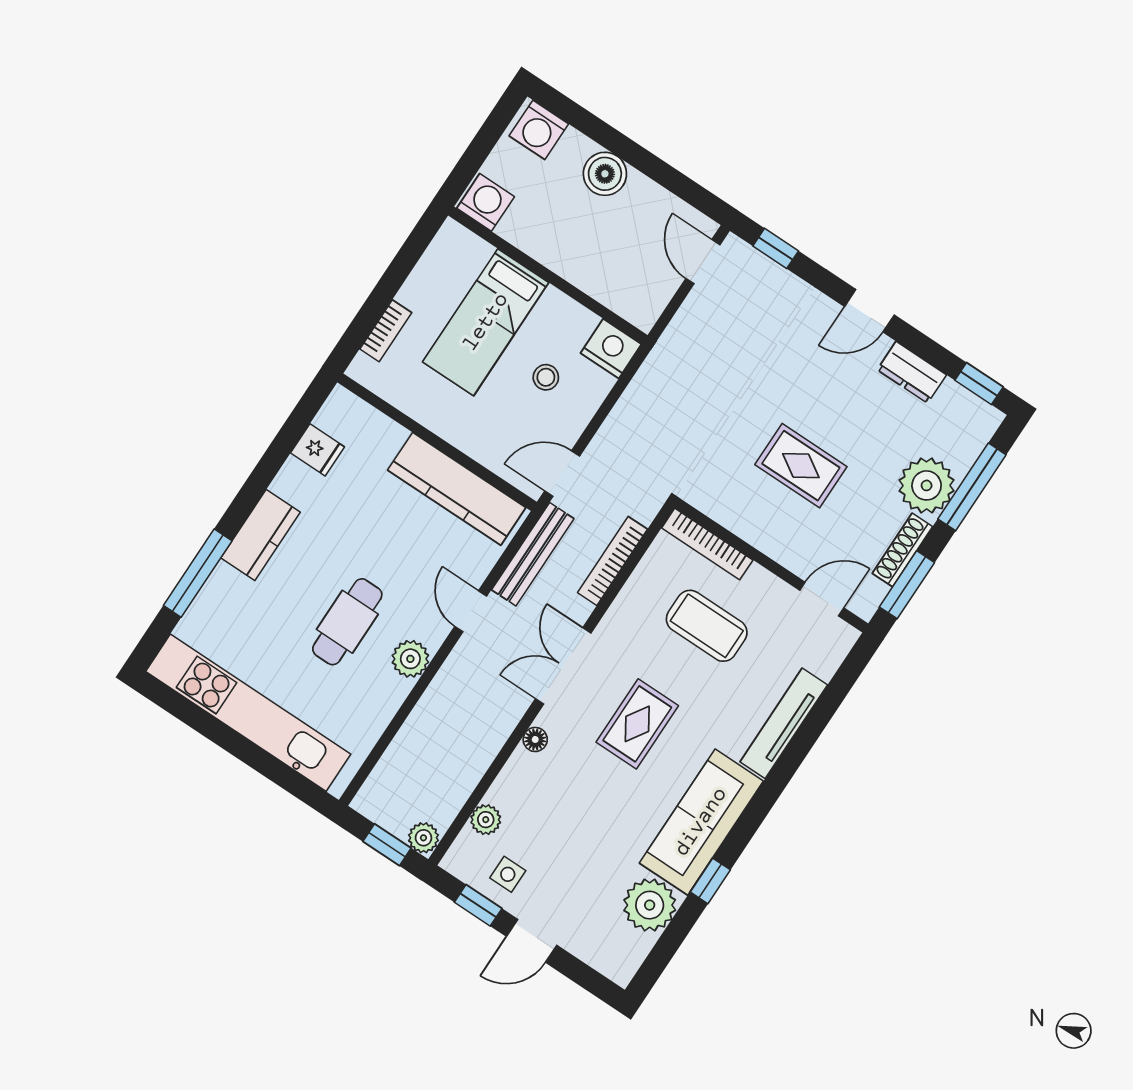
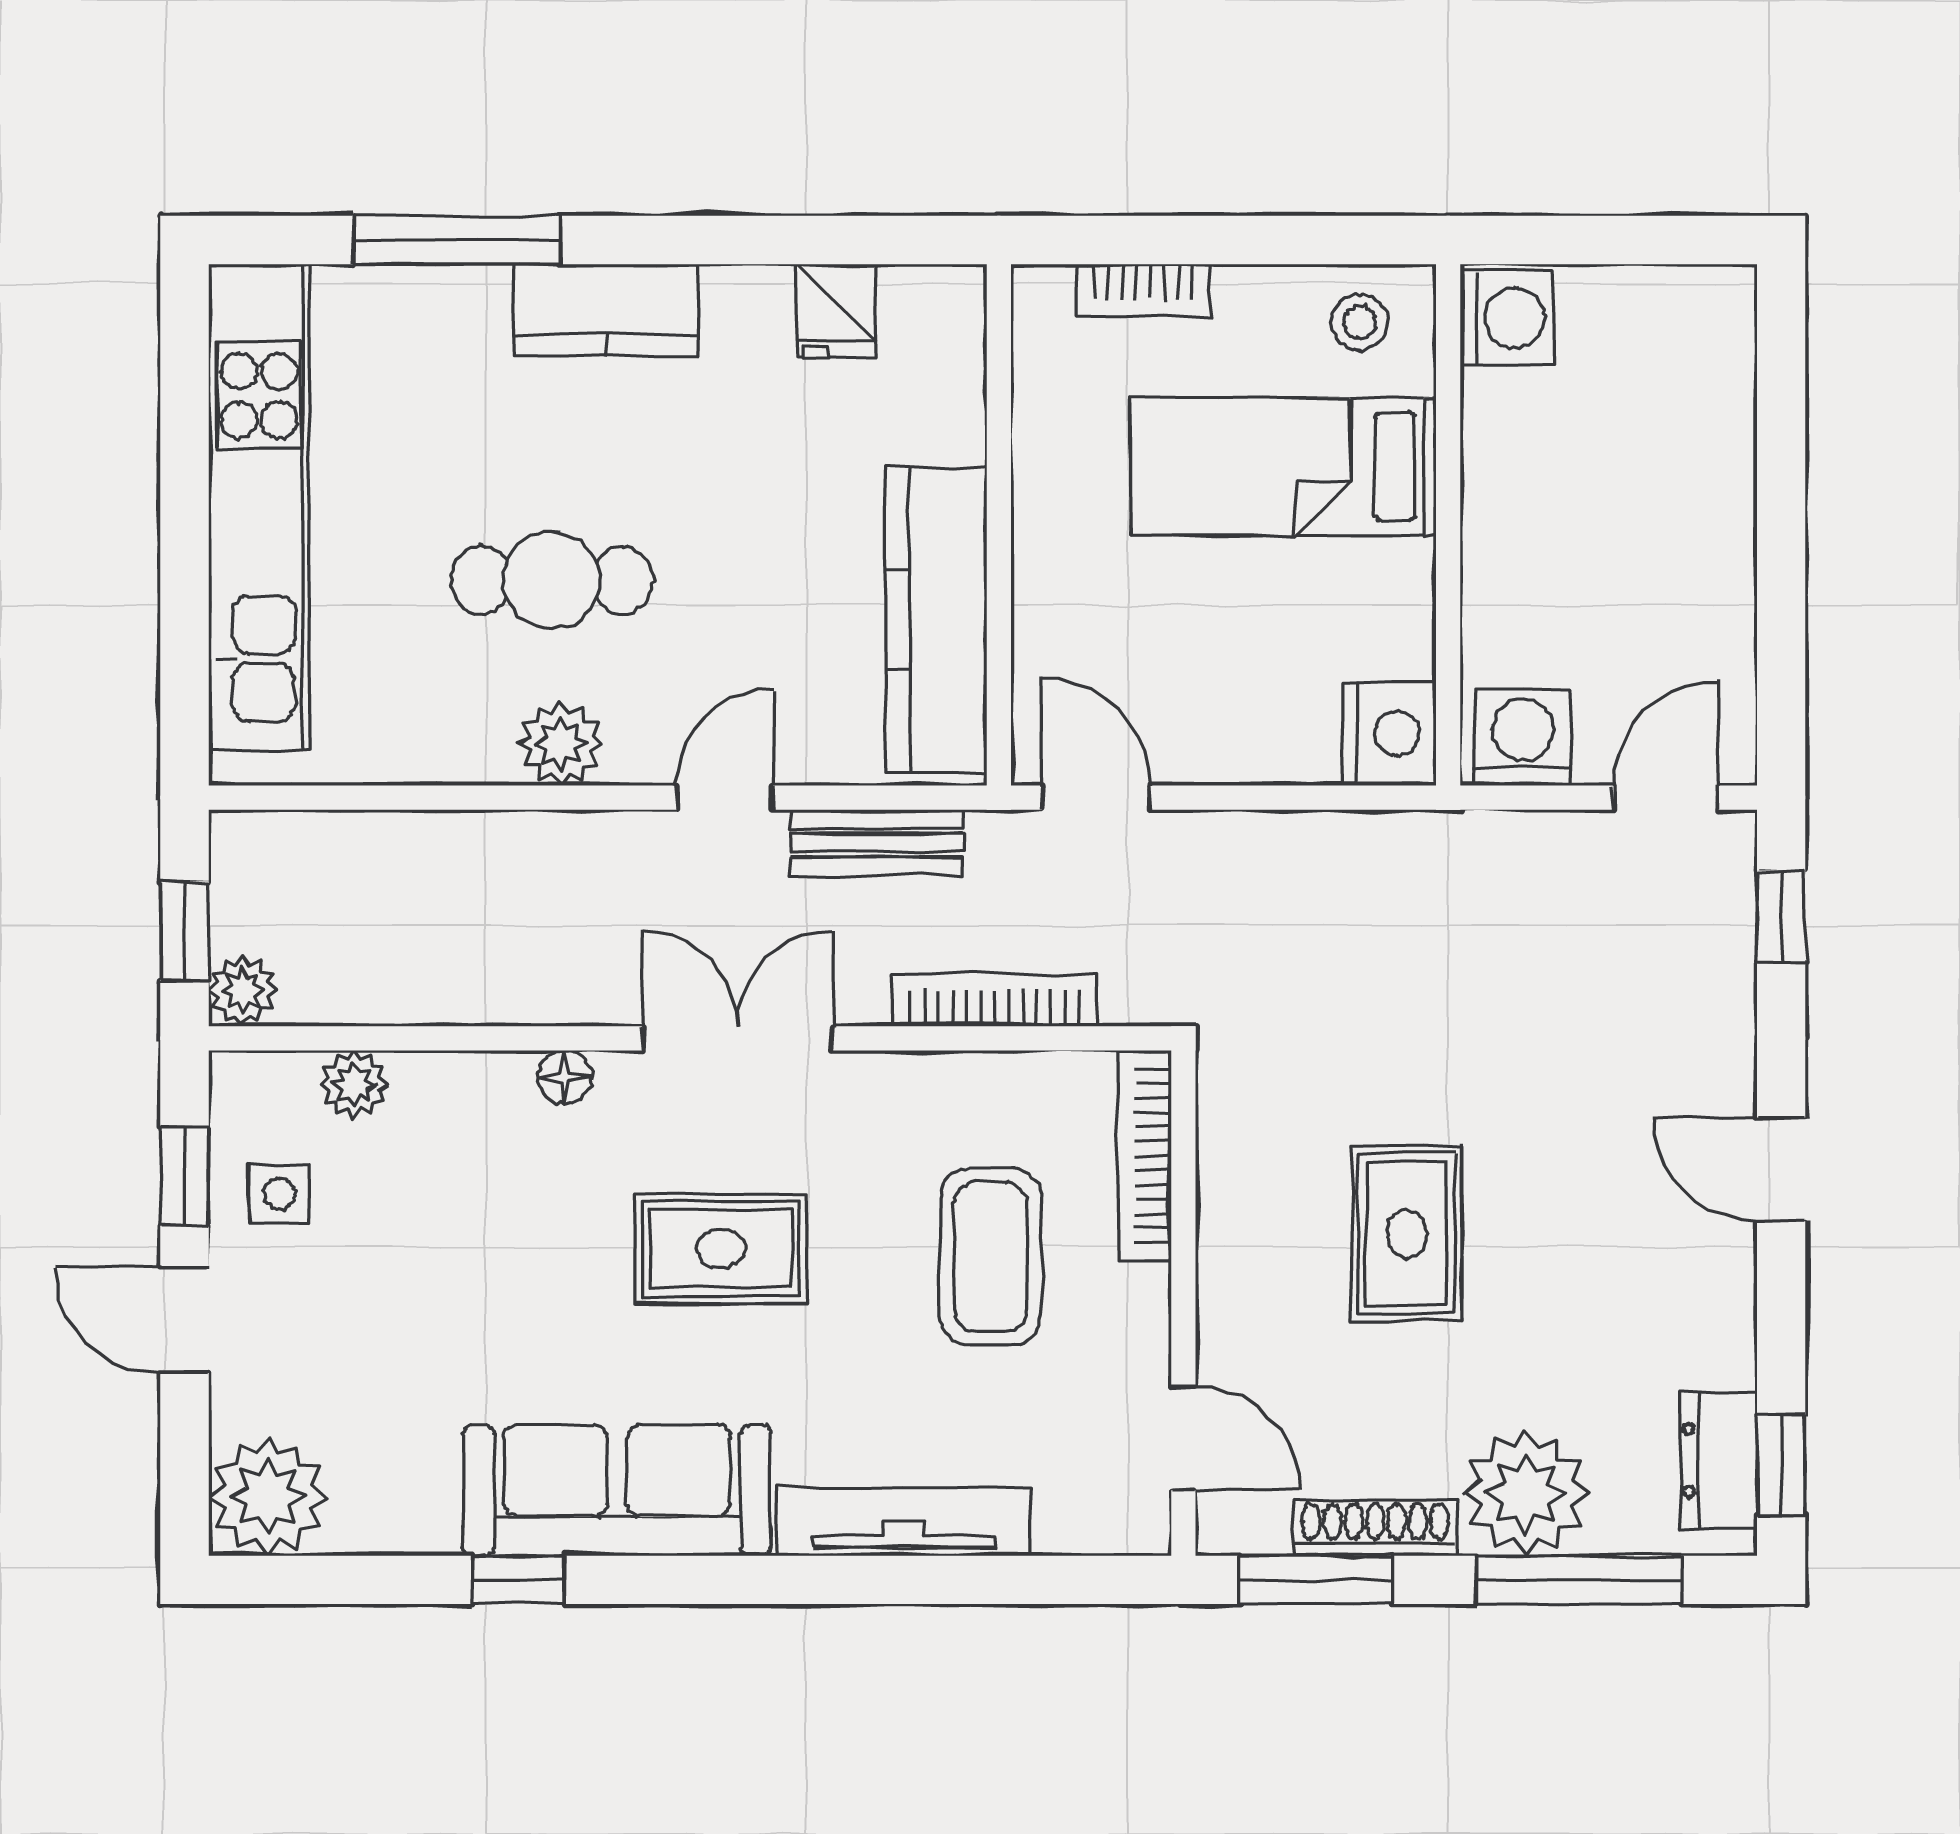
washing machine: (539, 130) -> (1523, 737), moved, turned 90
boiler: (605, 174) -> (1709, 505), removed
dresser: (912, 372) -> (1719, 1460), moved
stool: (546, 377) -> (1360, 322), moved
bench: (533, 554) -> (877, 843), width x0.73
plant: (650, 905) -> (268, 1497), moved

